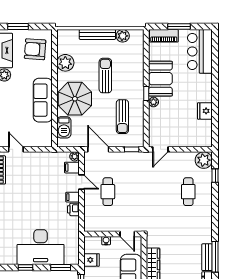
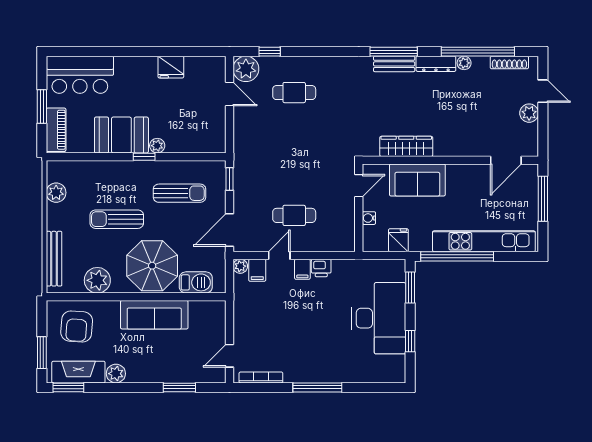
bench: (97, 34) -> (54, 259), moved
door: (160, 149) -> (229, 94), moved

